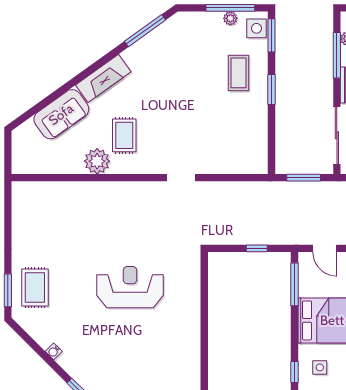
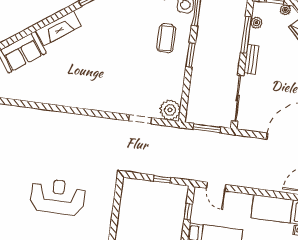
rug: (124, 135) -> (69, 76), removed
plant: (97, 161) -> (170, 110), moved
doorway: (181, 178) -> (140, 119), moved
window: (294, 284) -> (188, 212), width x0.46

